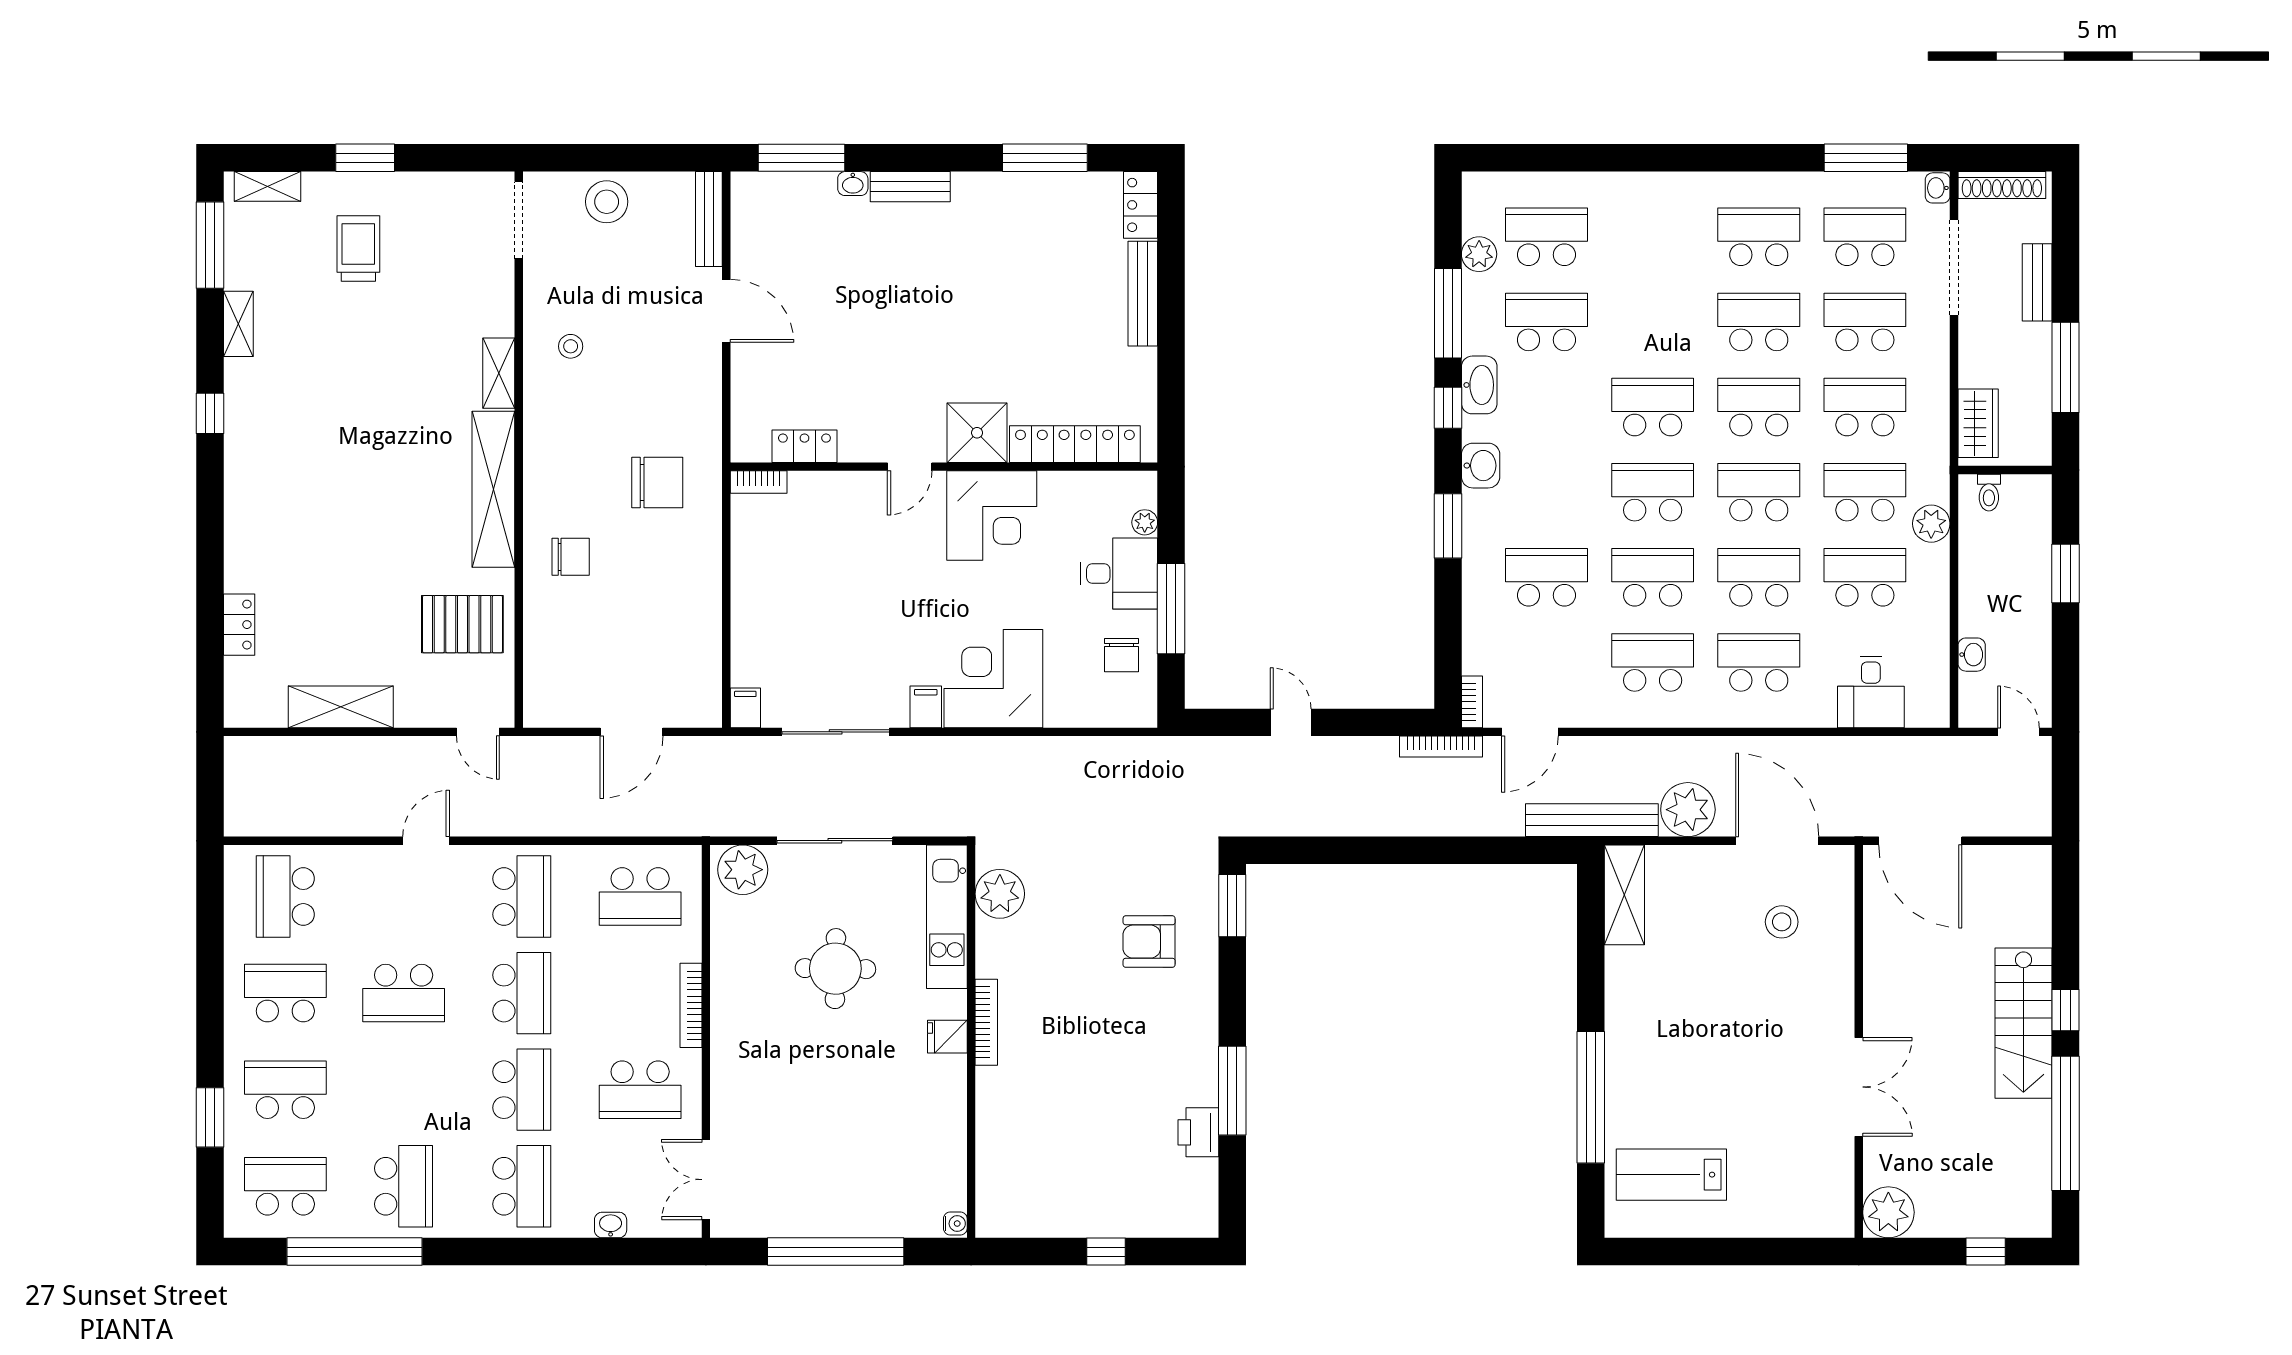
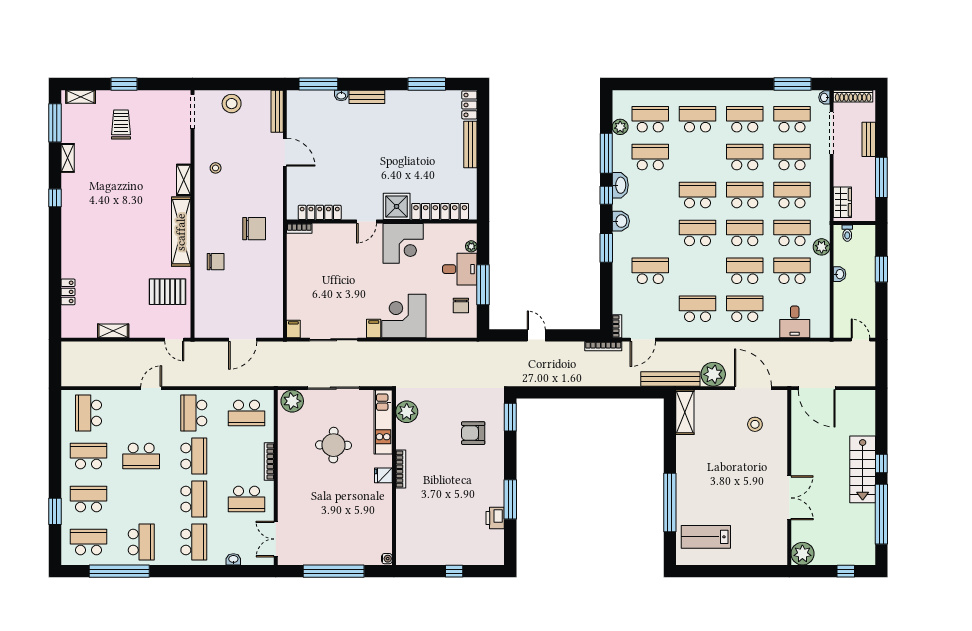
locker: (804, 446) -> (320, 212), width x1.53
school desk: (1653, 577) -> (697, 119), moved
washbasin: (1972, 655) -> (840, 274), moved
shelving: (341, 707) -> (113, 331), width x0.67, depth x0.75
school desk: (522, 897) -> (194, 413), turned 180

